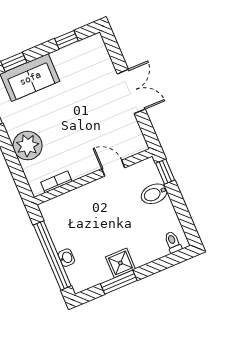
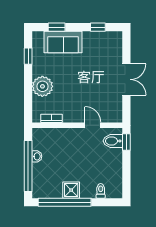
bidet: (154, 194) -> (113, 141), moved
toilet: (173, 242) -> (101, 191), moved
washbasin: (66, 258) -> (37, 156), moved
window: (119, 282) -> (65, 202), width x2.11

